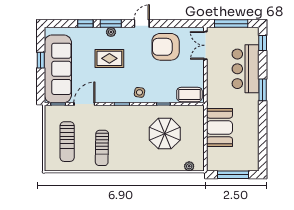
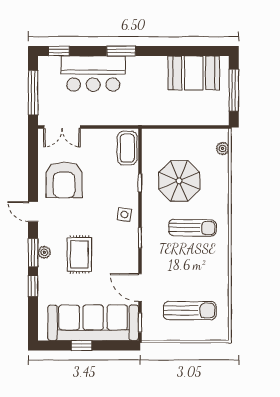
booth: (219, 127) -> (194, 73), moved
sun lounger: (102, 148) -> (193, 228), moved

